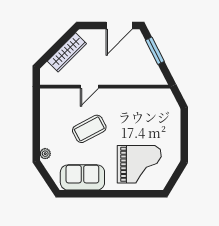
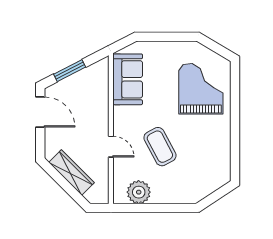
plant: (45, 154) -> (139, 192), moved, width x1.87, depth x1.87
sofa: (82, 177) -> (128, 79), moved, turned 180

